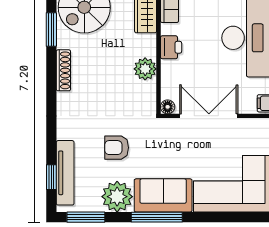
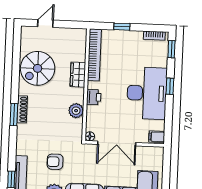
window: (51, 30) -> (14, 115), moved
double door: (209, 116) -> (117, 143), swing flipped

